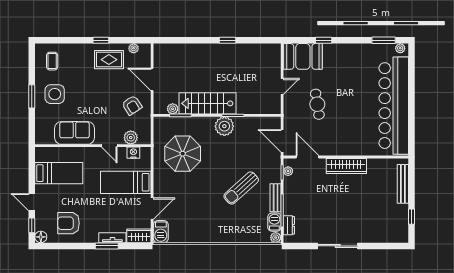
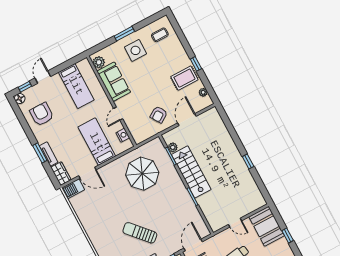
rug: (109, 60) -> (184, 78), turned 90
plant: (224, 126) -> (181, 194), removed
plant: (131, 138) -> (99, 62), moved

